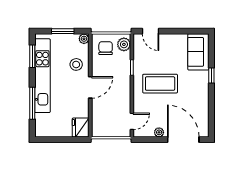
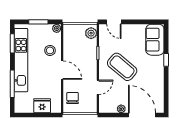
chair: (106, 48) -> (73, 98), moved
coffee table: (160, 84) -> (122, 67), turned 40
door: (90, 87) -> (62, 70), hinge flipped
door: (132, 121) -> (98, 87), moved
fridge: (81, 127) -> (42, 106), moved, turned 90

